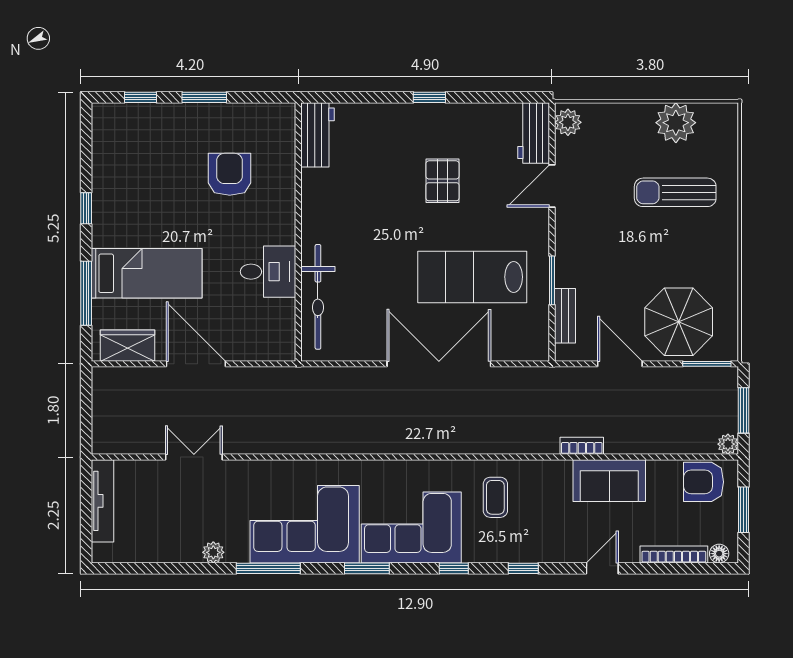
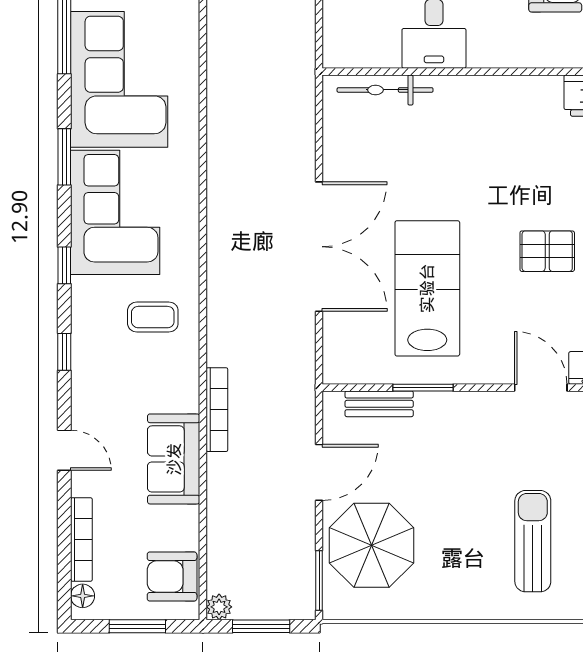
bicycle: (318, 297) -> (385, 90), width x0.73, depth x0.71
bookcase: (582, 446) -> (217, 410), width x1.56
armchair: (704, 482) -> (172, 577), turned -90

